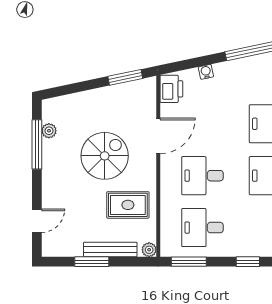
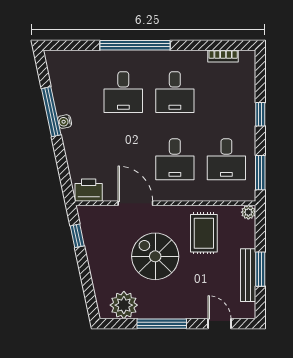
water cooler: (206, 72) -> (65, 122), moved
window: (125, 77) -> (77, 236), width x0.67
plant: (49, 131) -> (124, 305), width x1.88, depth x1.88
window: (37, 144) -> (162, 324), moved
bench: (110, 249) -> (248, 275), moved

